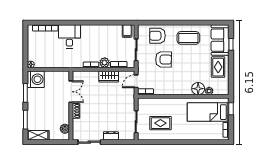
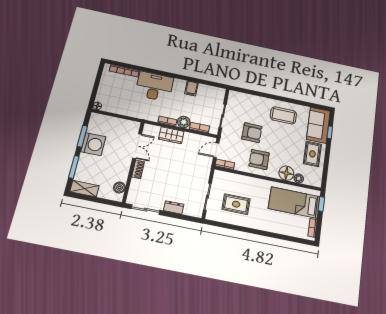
filing cabinet: (127, 31) -> (191, 88), moved
desk: (69, 36) -> (154, 86), width x1.37
armchair: (157, 36) -> (259, 159), moved
wardrobe: (109, 77) -> (171, 135), moved
washing machine: (36, 79) -> (93, 144), moved

